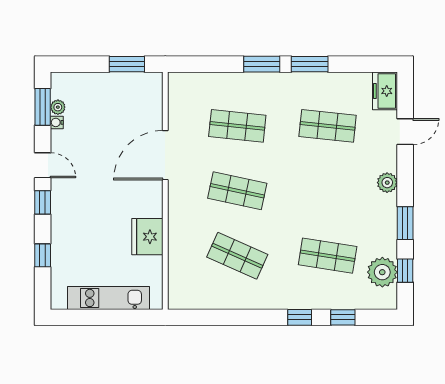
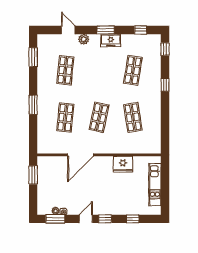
window: (310, 64) -> (33, 57), moved
freezer: (385, 91) -> (111, 40), moved
door: (165, 155) -> (81, 155), hinge flipped
plant: (387, 183) -> (84, 39), moved
window: (405, 223) -> (106, 30), moved
shop shelf: (237, 256) -> (133, 117), turned -33
plant: (382, 272) -> (141, 42), removed
window: (343, 317) -> (165, 49), moved

